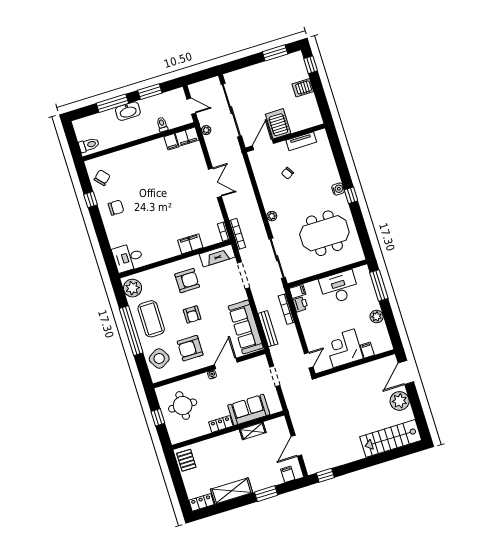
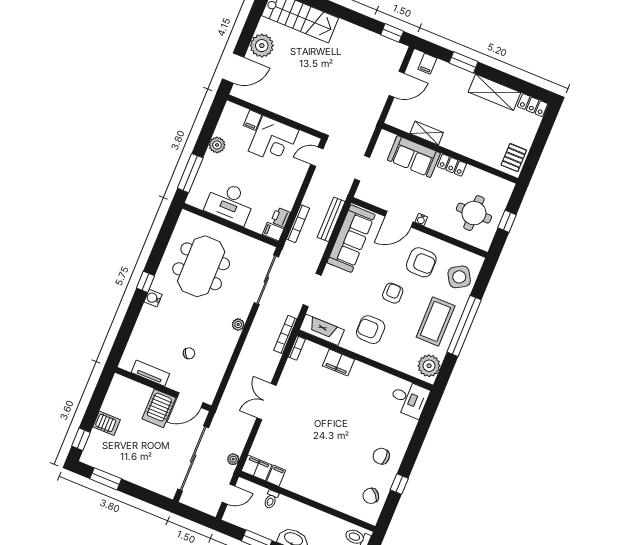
door: (191, 106) -> (228, 494), swing flipped
meeting table: (324, 233) -> (201, 266), turned 90

